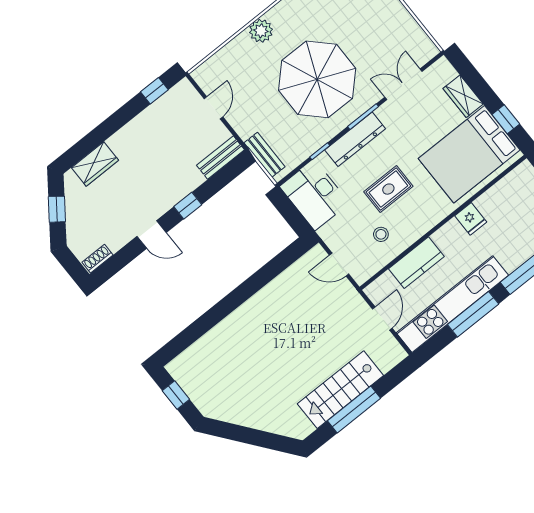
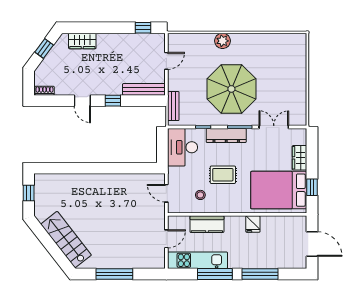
bench: (221, 157) -> (144, 89), width x1.36
kitchen unit: (452, 304) -> (198, 260), width x0.73
stairs: (340, 390) -> (66, 240), moved, turned 52

